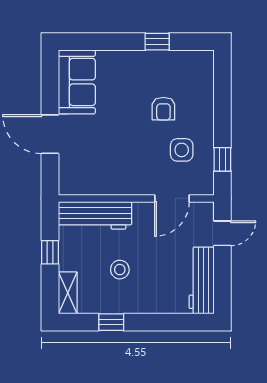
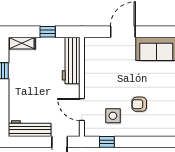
stool: (120, 270) -> (37, 76), removed

